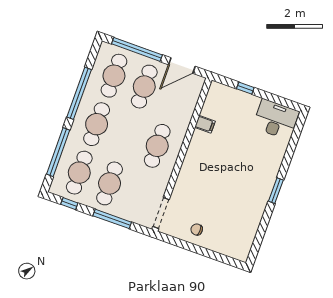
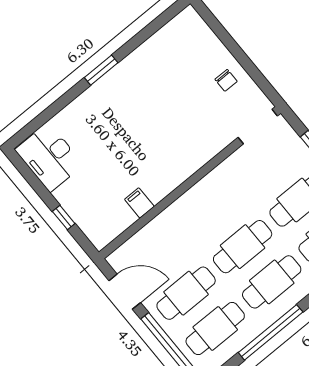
cafe table: (157, 146) -> (243, 247), moved

